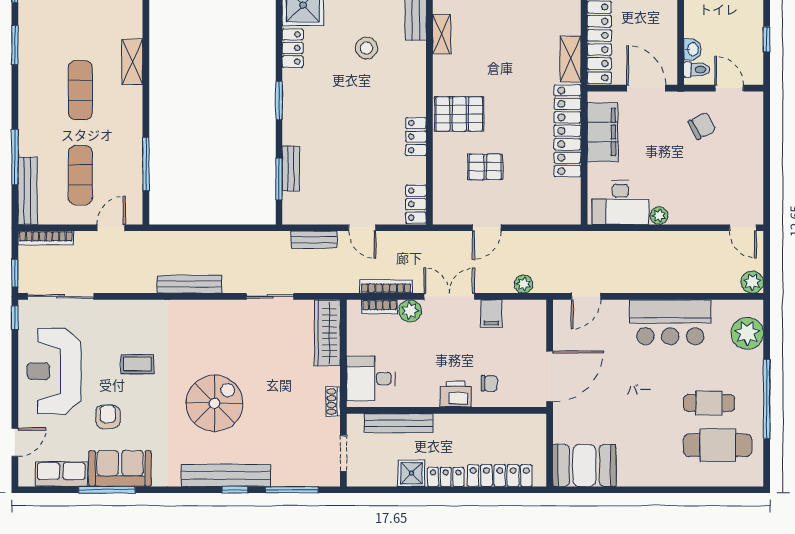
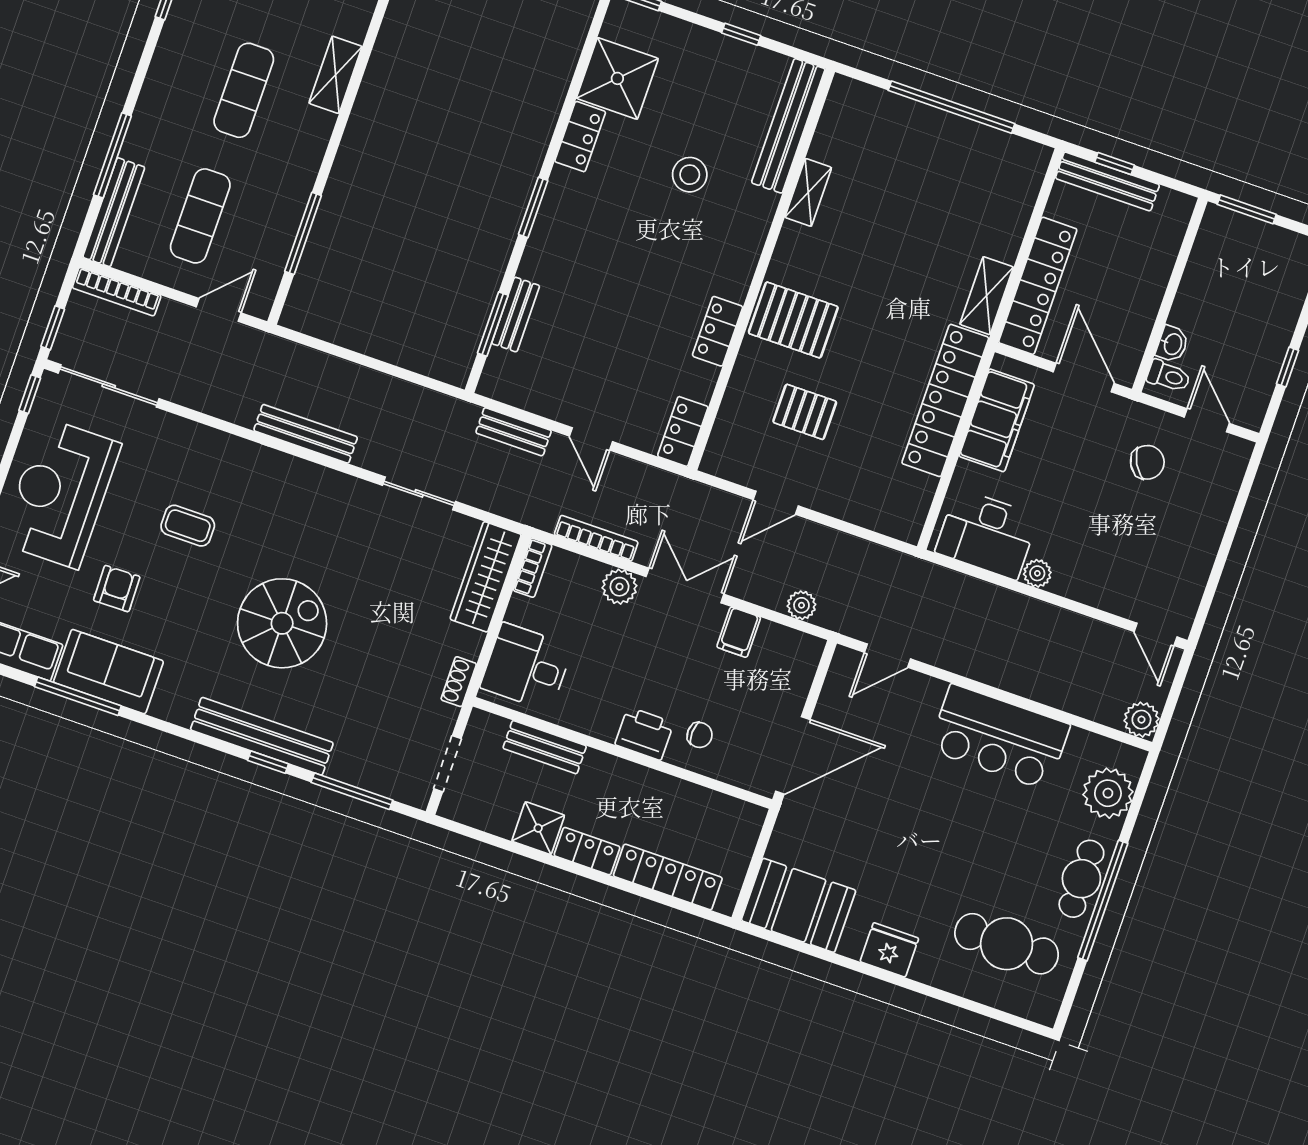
bookcase: (379, 307) -> (533, 568), moved, turned -90
cafe table: (709, 403) -> (1081, 879), moved, turned 90
bench: (399, 423) -> (545, 747), width x0.73
fridge: (648, 473) -> (889, 950), added

